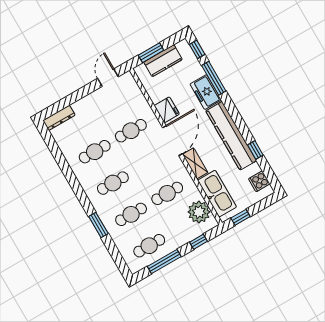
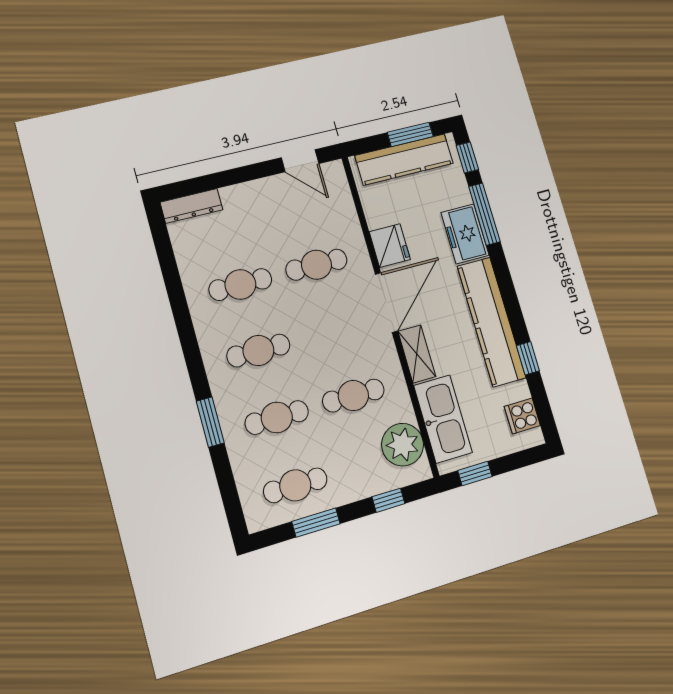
window: (151, 53) -> (410, 134), moved
kitchen counter: (163, 61) -> (404, 159), width x1.50
door: (108, 78) -> (300, 161), swing flipped
window: (164, 262) -> (316, 523), width x0.69

